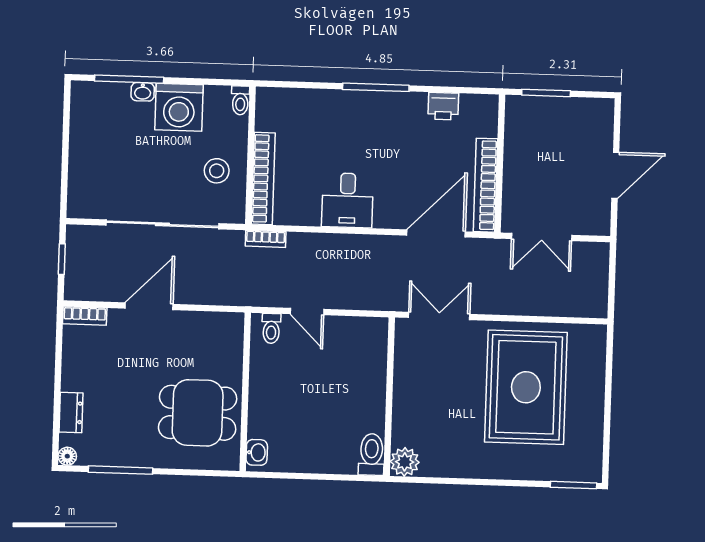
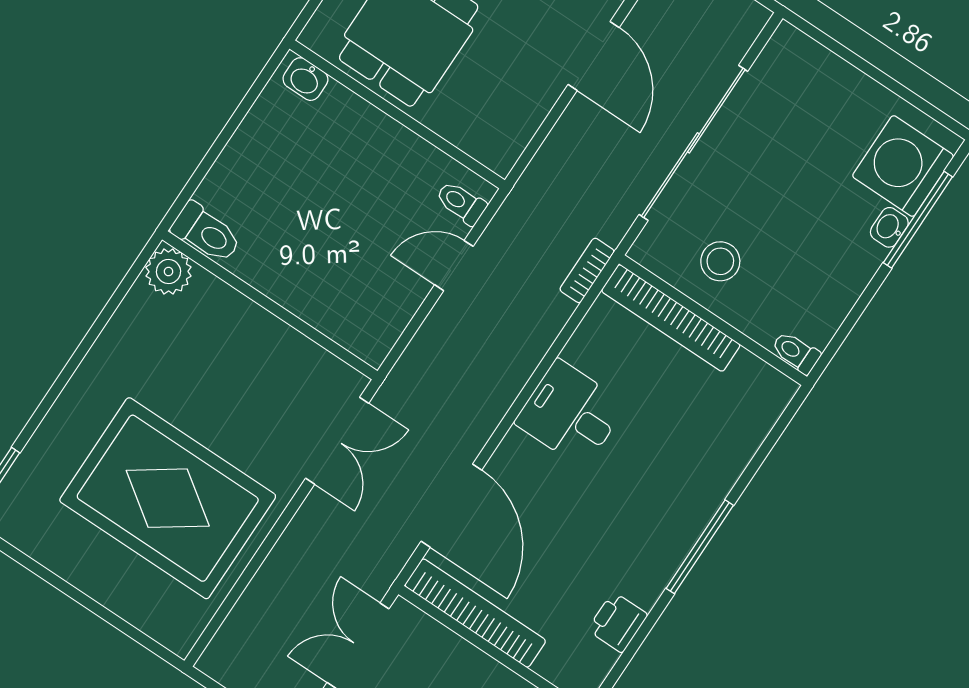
washing machine: (179, 107) -> (903, 166), moved

